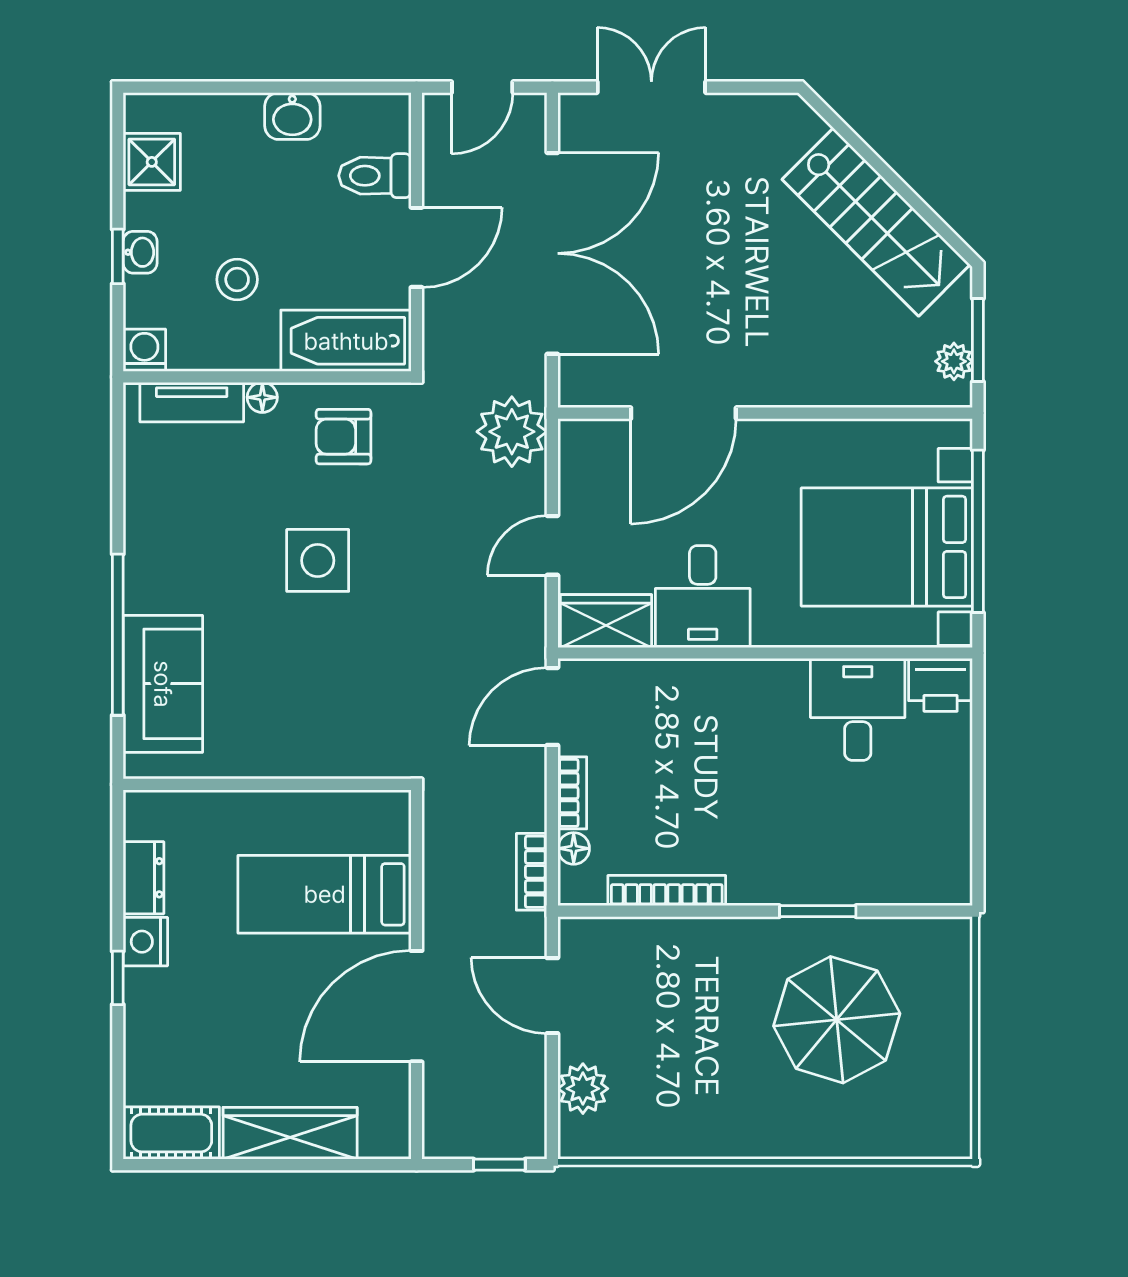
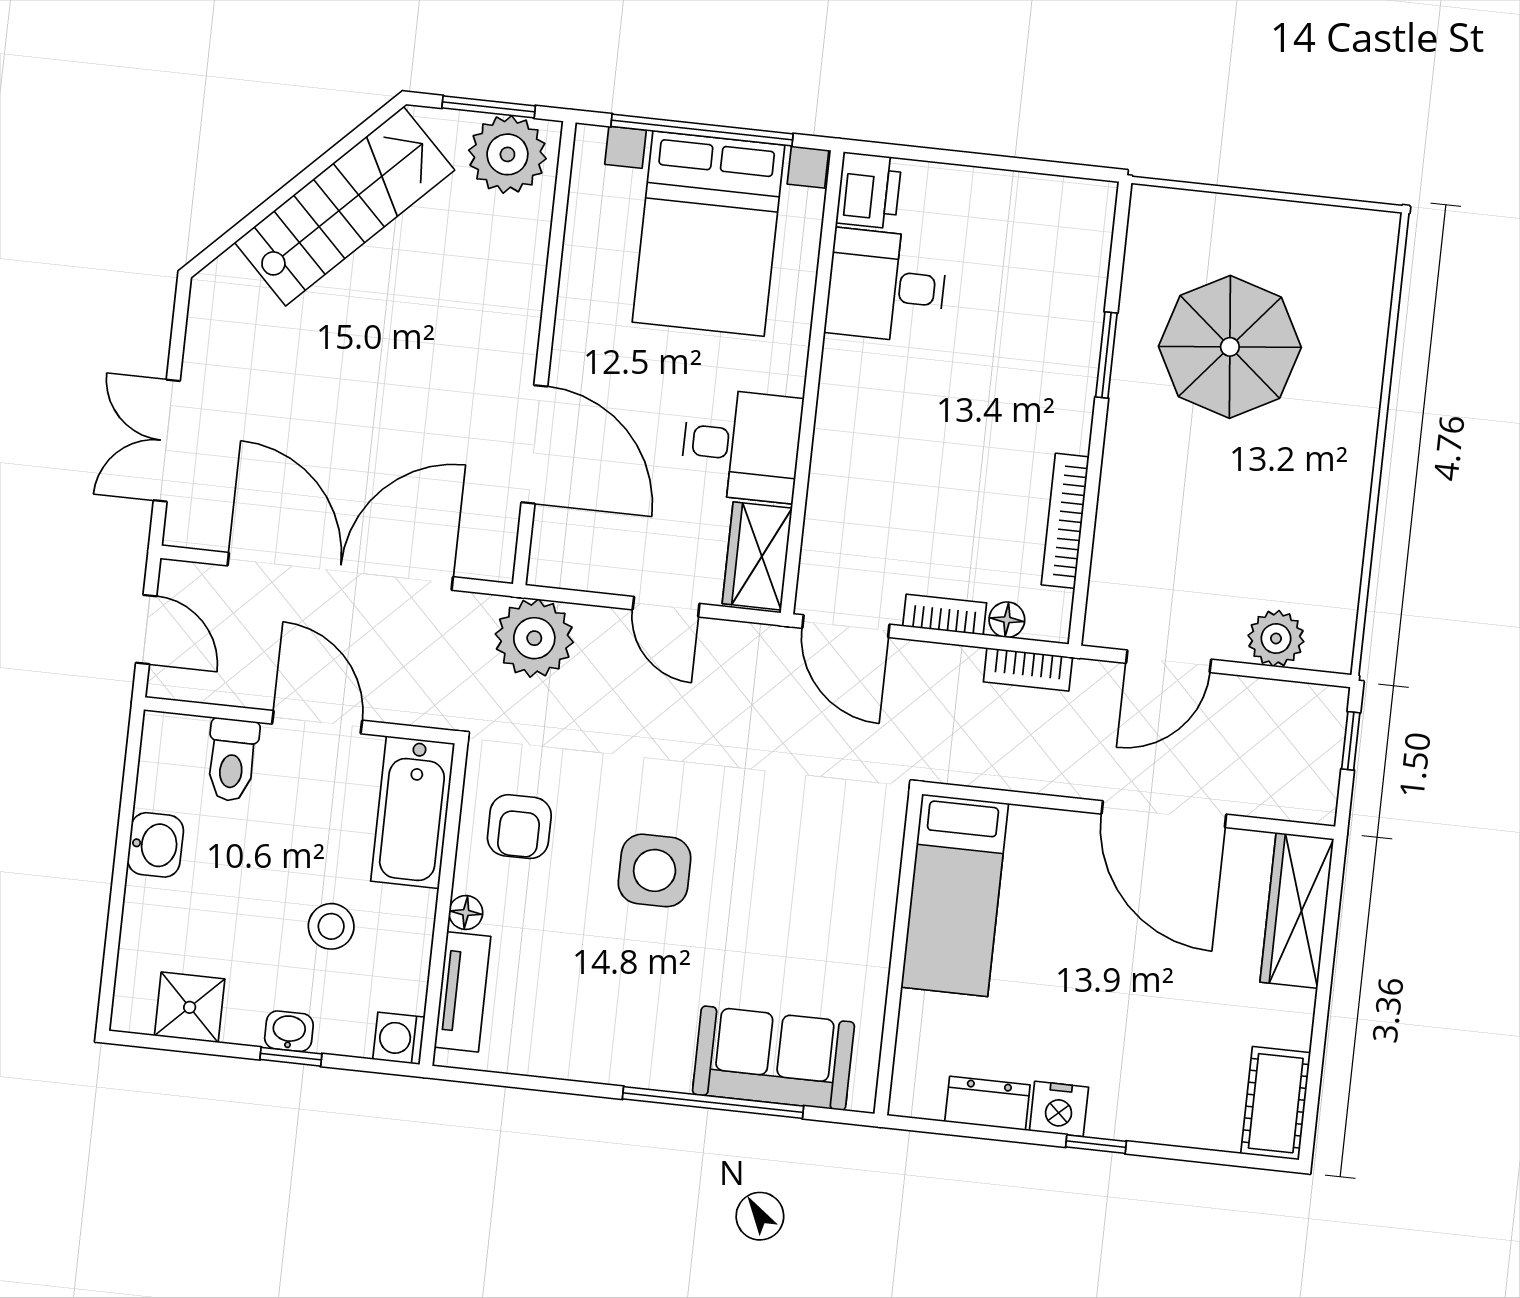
plant: (954, 361) -> (507, 154), width x1.88, depth x1.88
bed: (325, 894) -> (955, 895), moved
wardrobe: (290, 1133) -> (1297, 910), moved

